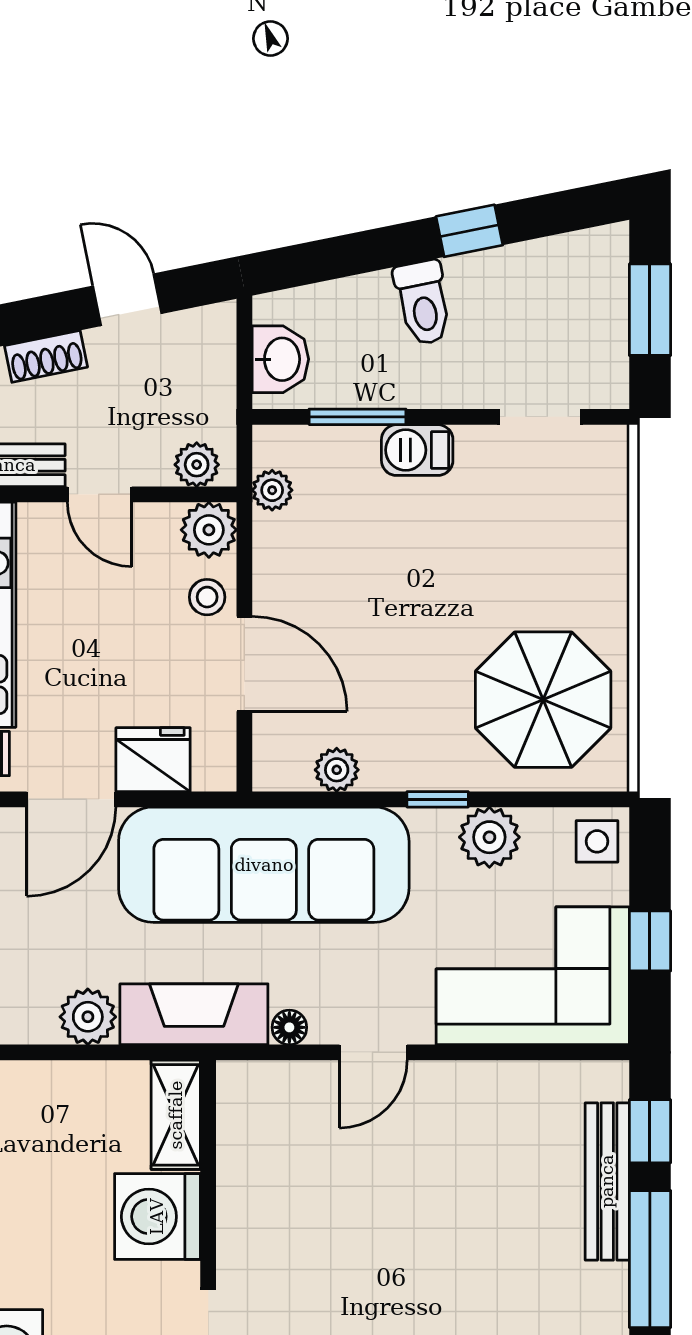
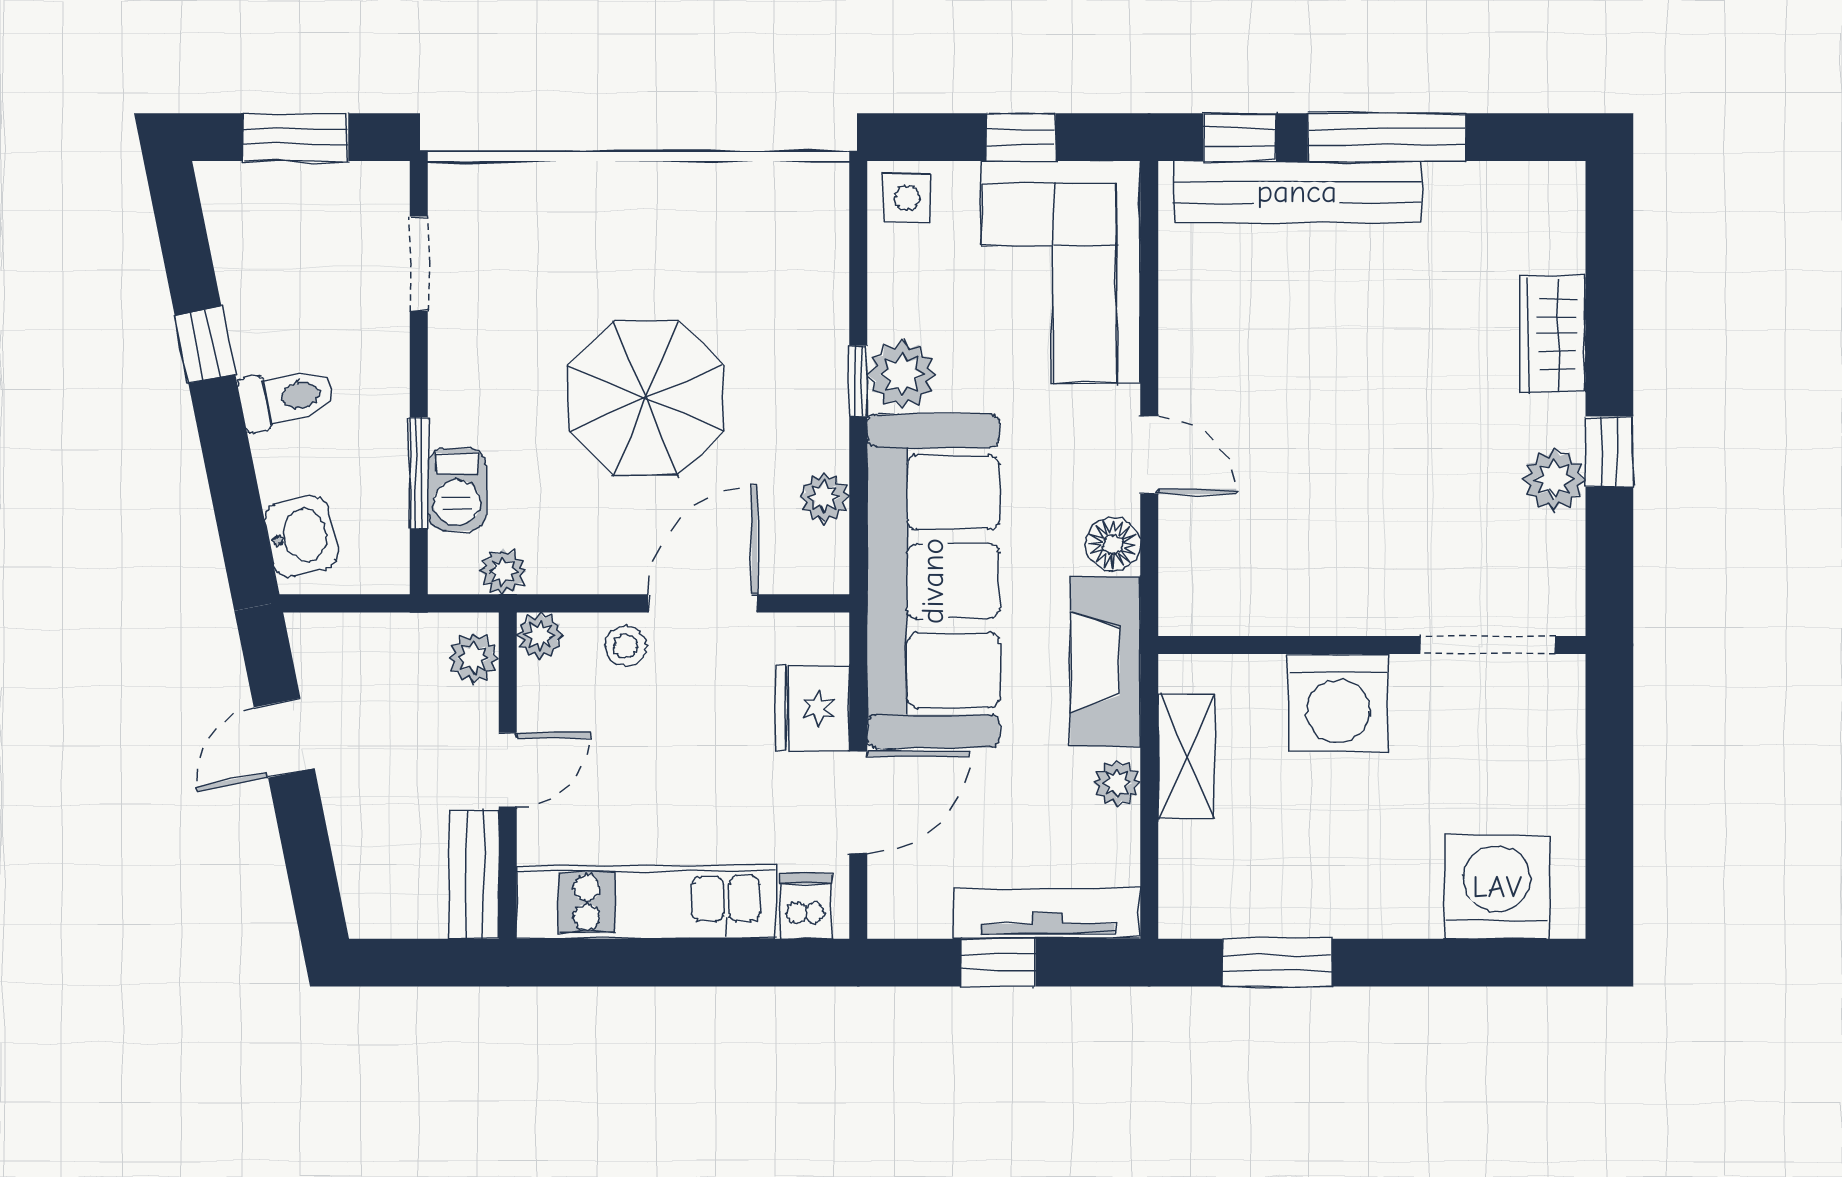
shoe rack: (46, 356) -> (349, 831), removed
washbasin: (280, 359) -> (301, 536), moved, turned 79
barbecue: (417, 450) -> (457, 490), moved
plant: (209, 530) -> (540, 635), width x0.73, depth x0.73
parasol: (543, 700) -> (646, 398), moved
door: (71, 799) -> (858, 802), hinge flipped
plant: (489, 837) -> (902, 375), moved
plant: (88, 1017) -> (1117, 783), width x0.73, depth x0.73
floor lamp: (289, 1027) -> (1113, 544), width x1.37, depth x1.37
shelving: (176, 1115) -> (1186, 757), moved, turned 90
bench: (607, 1181) -> (1297, 192), width x1.37, depth x1.21

